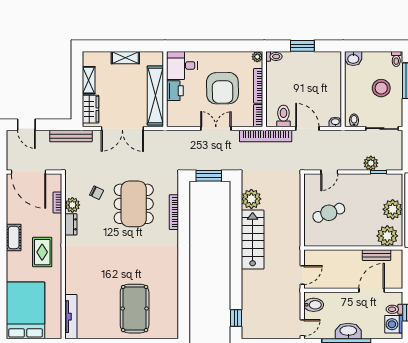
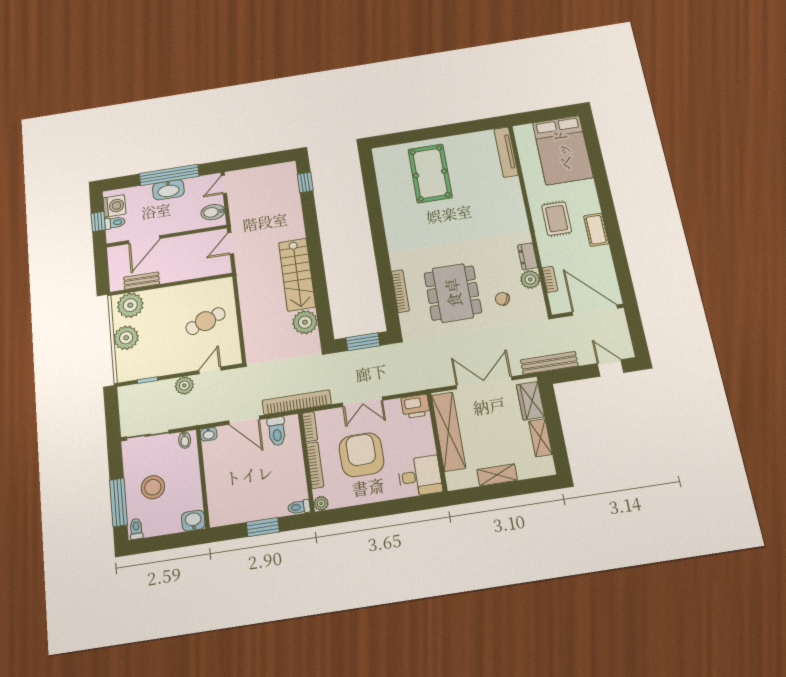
printer: (175, 91) -> (415, 406), moved, turned -90
plant: (371, 163) -> (184, 385), moved

